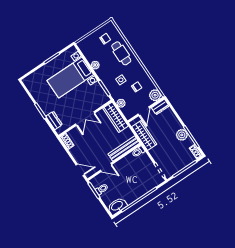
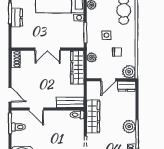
dresser: (54, 120) -> (17, 18), moved
wardrobe: (144, 135) -> (93, 116), moved
bench: (124, 149) -> (70, 102), width x0.73

